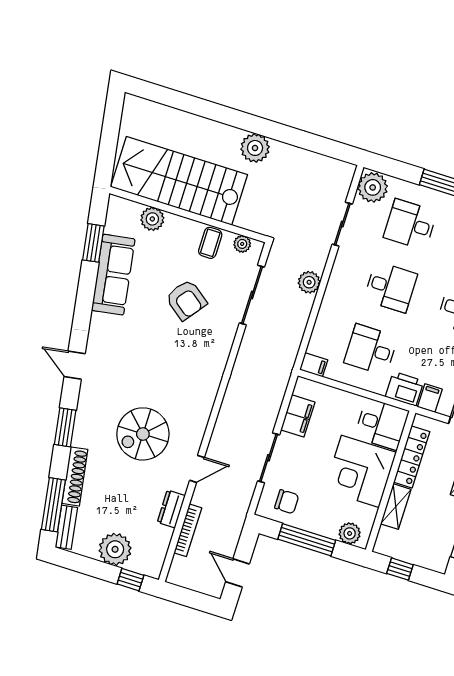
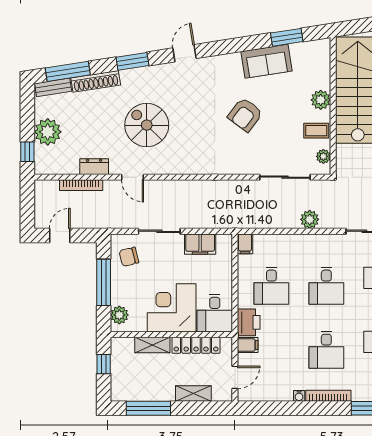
plant: (152, 219) -> (321, 100), moved
sofa: (113, 275) -> (266, 61), width x0.73
armchair: (186, 300) -> (245, 115), moved
desk: (371, 350) -> (271, 286), turned 180
chair: (287, 502) -> (129, 257), turned 76

